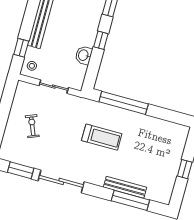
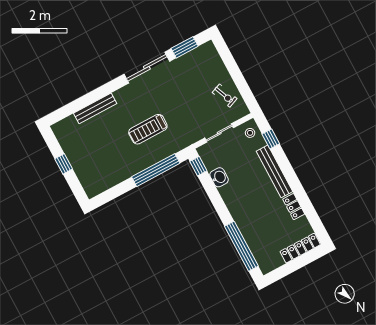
window: (101, 40) -> (198, 166), moved
exercise bike: (32, 126) -> (225, 96), moved
window: (130, 200) -> (82, 102), removed

